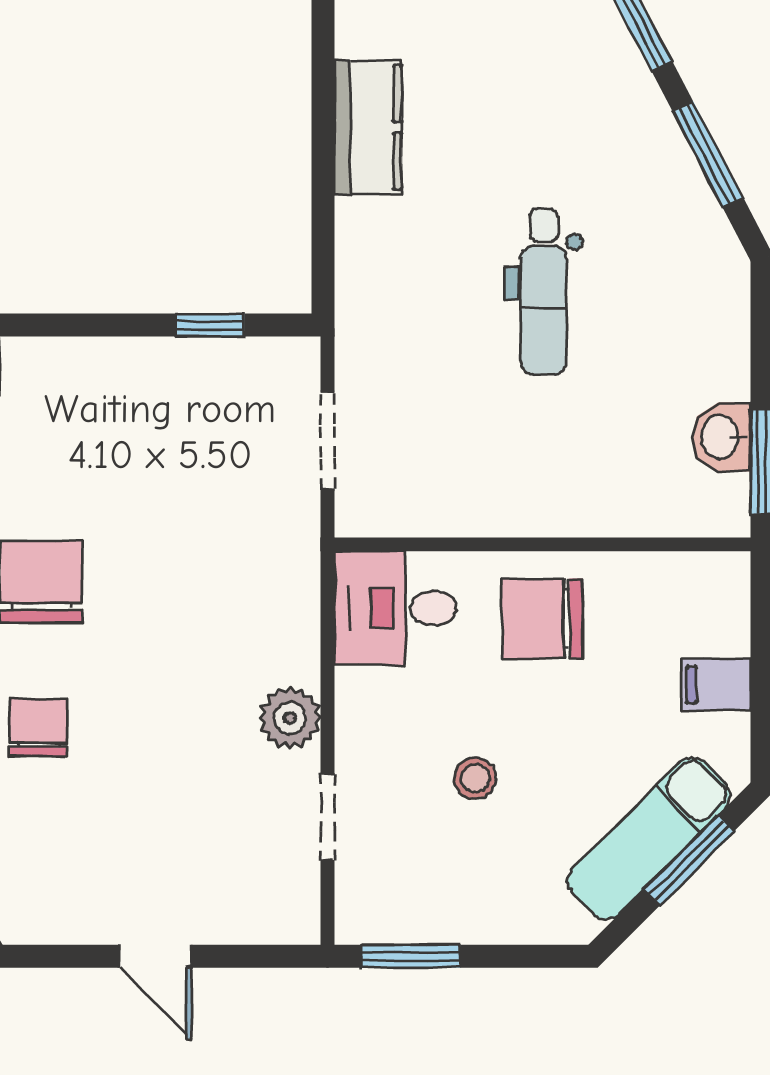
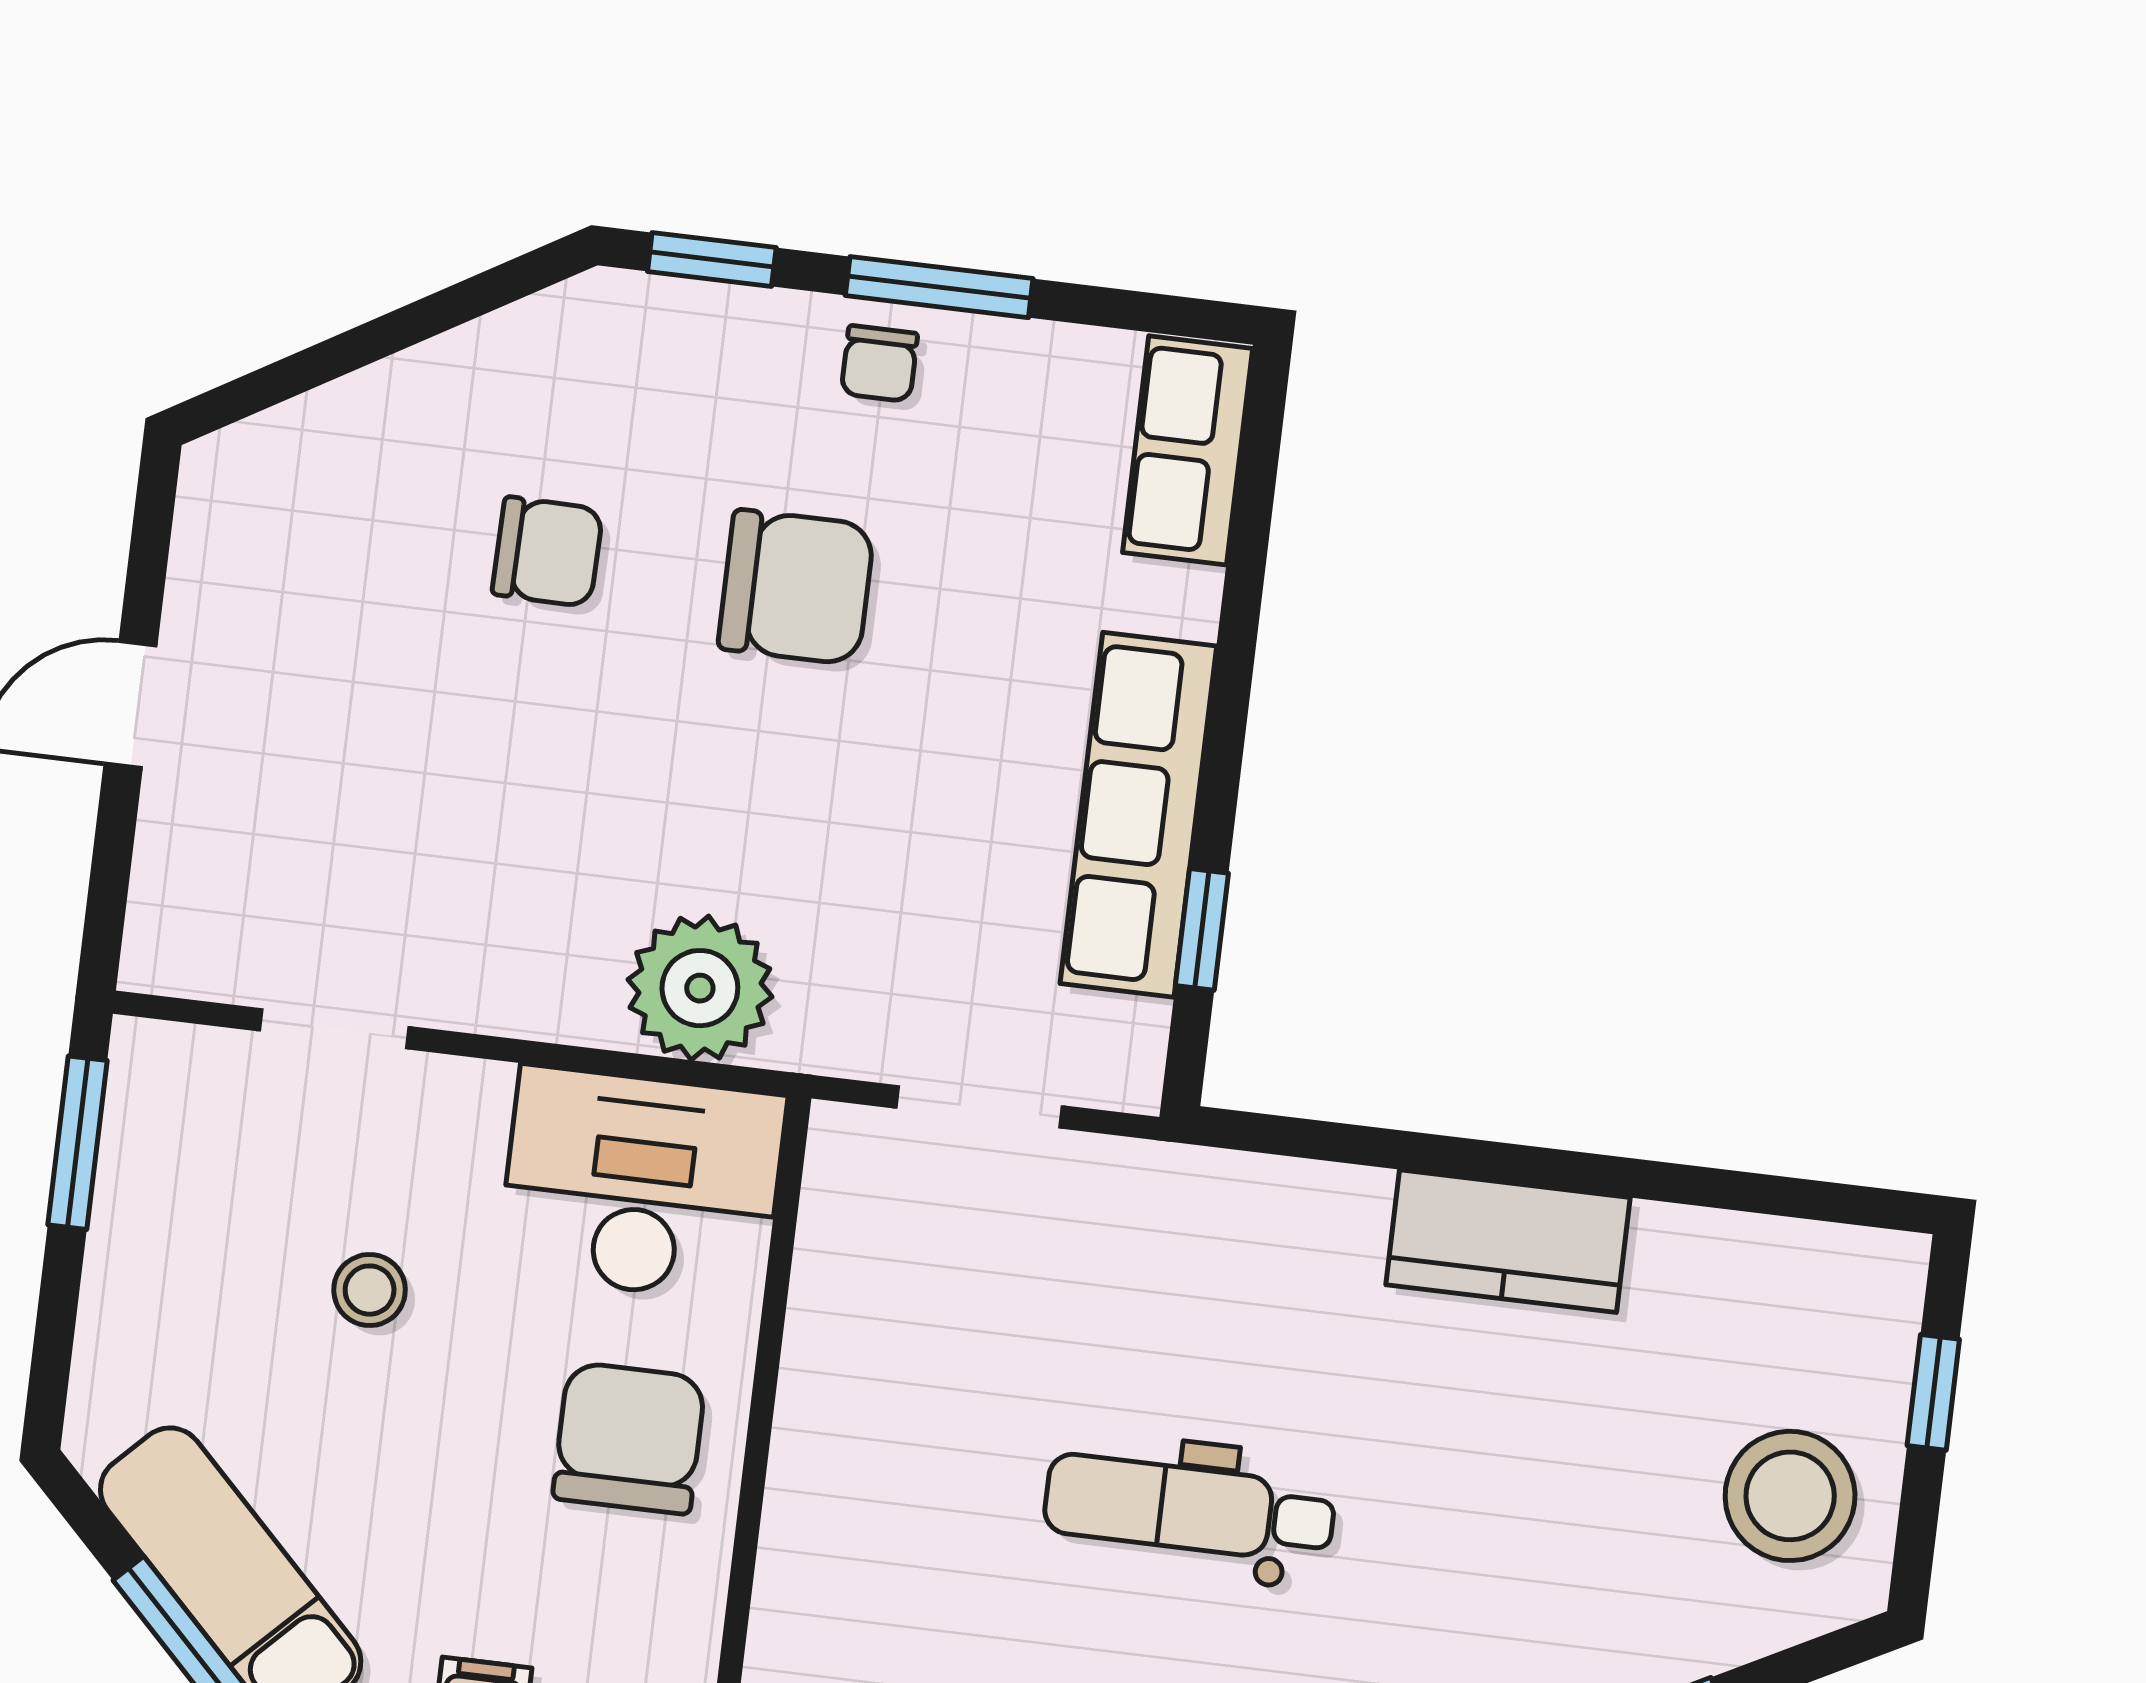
row of seats: (149, 369) -> (1138, 815), added
desk: (396, 608) -> (642, 1184), width x1.37
plant: (290, 718) -> (700, 988), moved, width x1.36, depth x1.36

